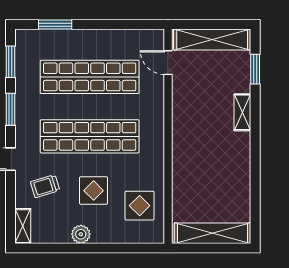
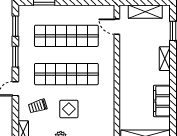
shelving: (212, 39) -> (145, 12), width x0.68
filing cabinet: (238, 178) -> (162, 101), added
display table: (140, 206) -> (98, 119), removed

